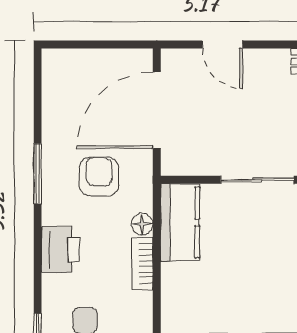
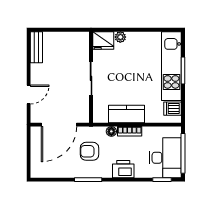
door: (157, 110) -> (59, 125), hinge flipped
kitchen counter: (180, 222) -> (127, 114), moved

